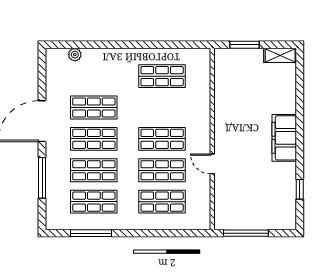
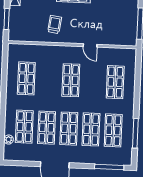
trolley: (240, 113) -> (55, 24), added
door: (212, 164) -> (90, 45), hinge flipped
shop shelf: (162, 170) -> (24, 127), moved
window: (42, 178) -> (109, 167), moved

